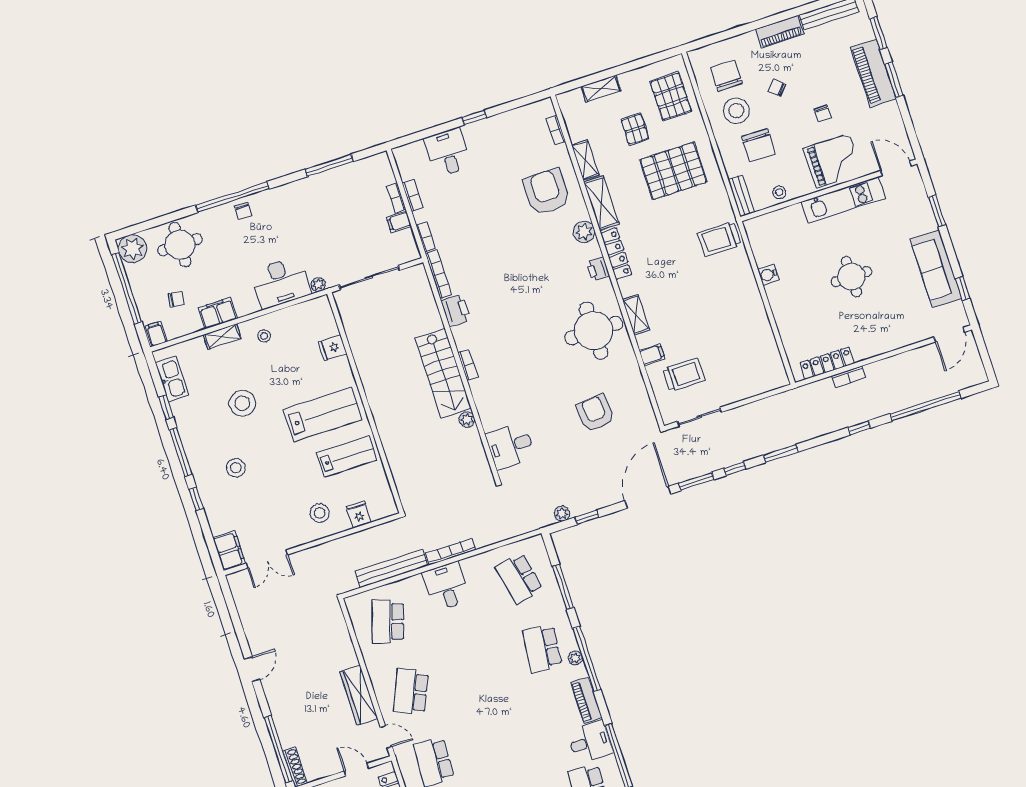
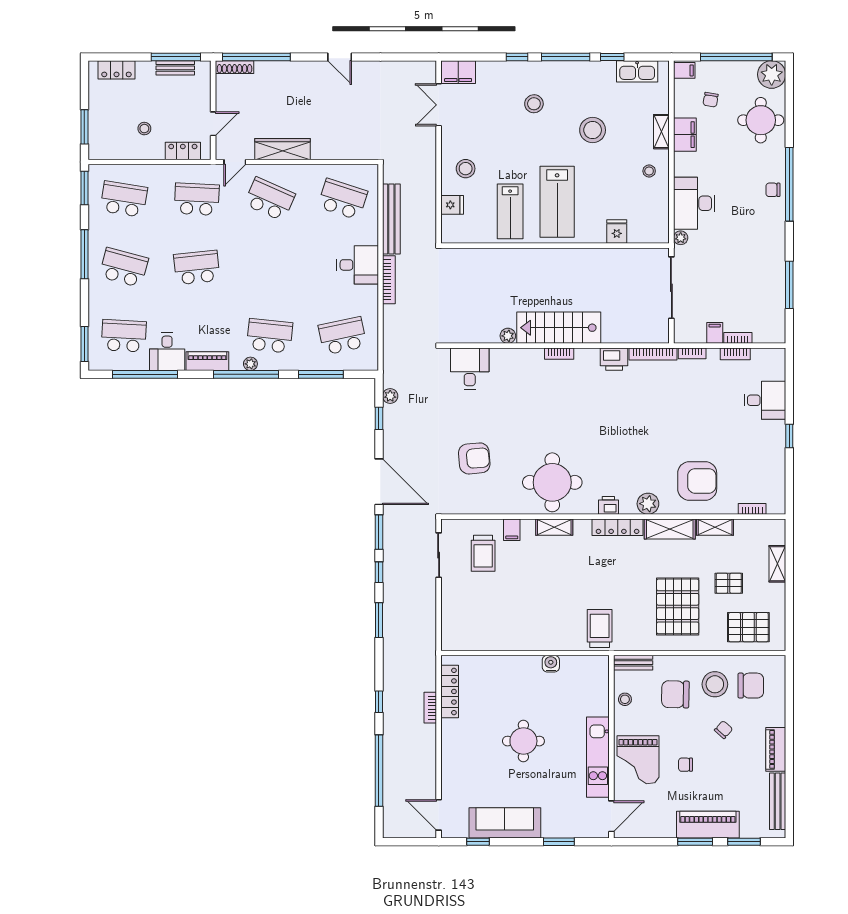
school desk: (500, 740) -> (197, 267), added

